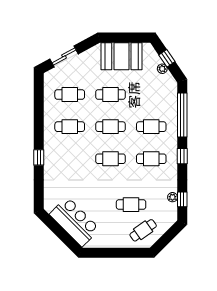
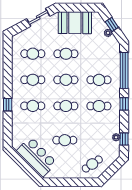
sliding door: (64, 56) -> (38, 17), moved
cafe table: (70, 159) -> (33, 106), added
cafe table: (131, 205) -> (65, 140), moved

